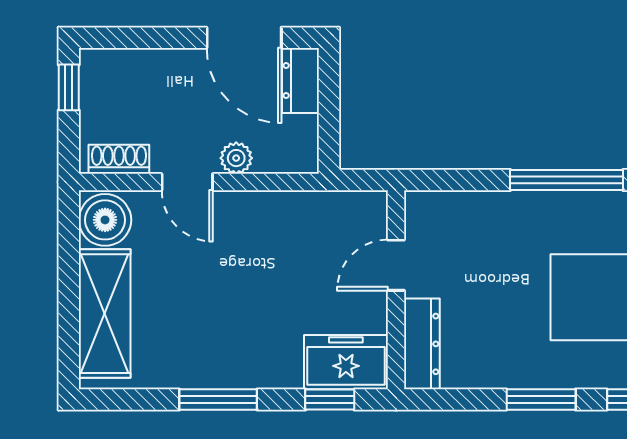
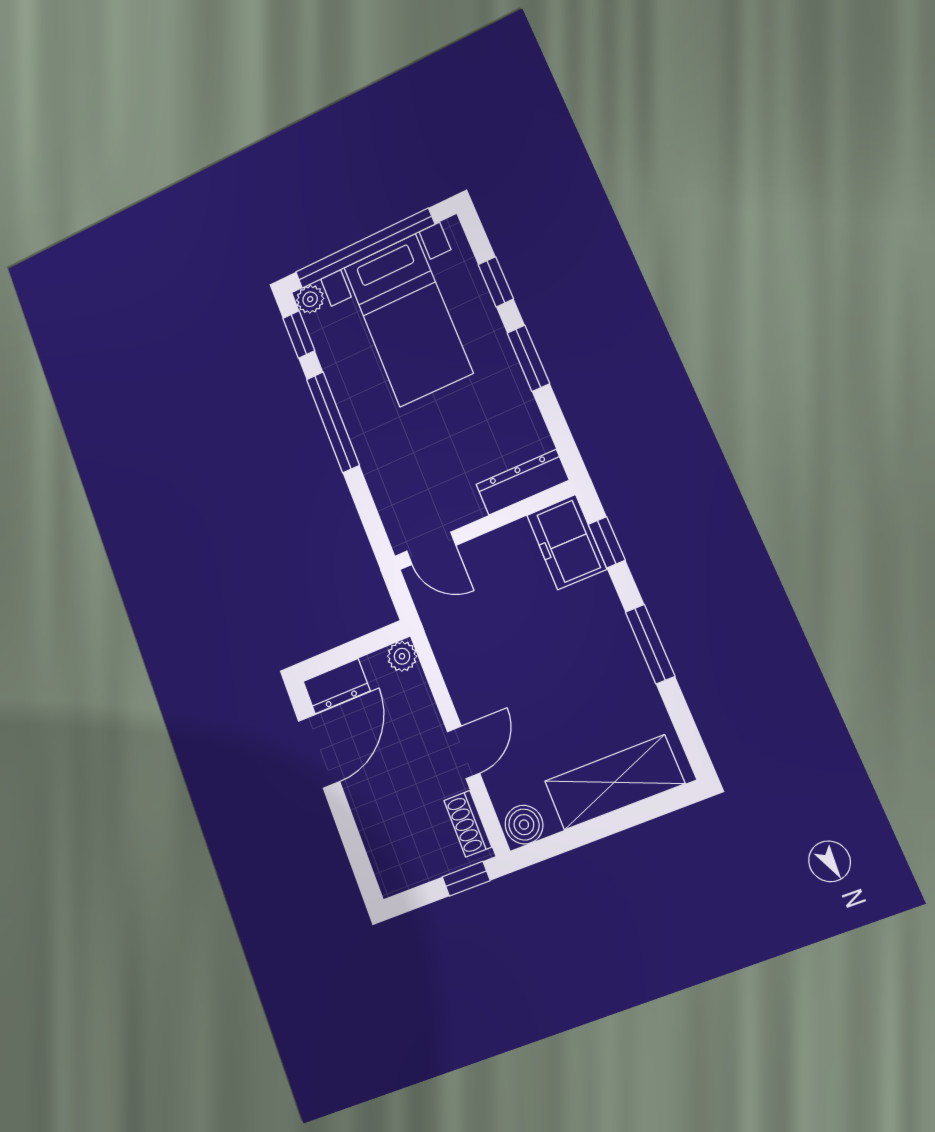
window: (69, 87) -> (466, 879), moved
plant: (236, 158) -> (402, 656), moved
boiler: (105, 220) -> (524, 825), width x0.73, depth x0.73
door: (396, 265) -> (431, 548), moved

